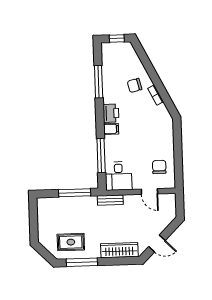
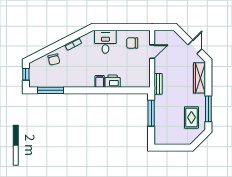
window: (99, 82) -> (50, 90), moved
chair: (135, 85) -> (54, 59), moved
printer: (111, 113) -> (113, 81), moved
window: (101, 156) -> (121, 90), removed
desk: (118, 176) -> (105, 42), moved, turned -90

